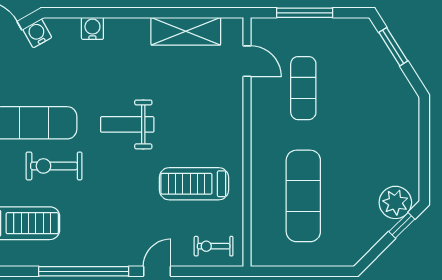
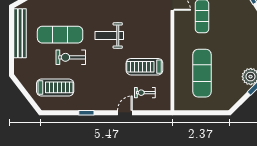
exercise bike: (214, 246) -> (145, 93), moved
window: (84, 271) -> (86, 113), width x0.32

